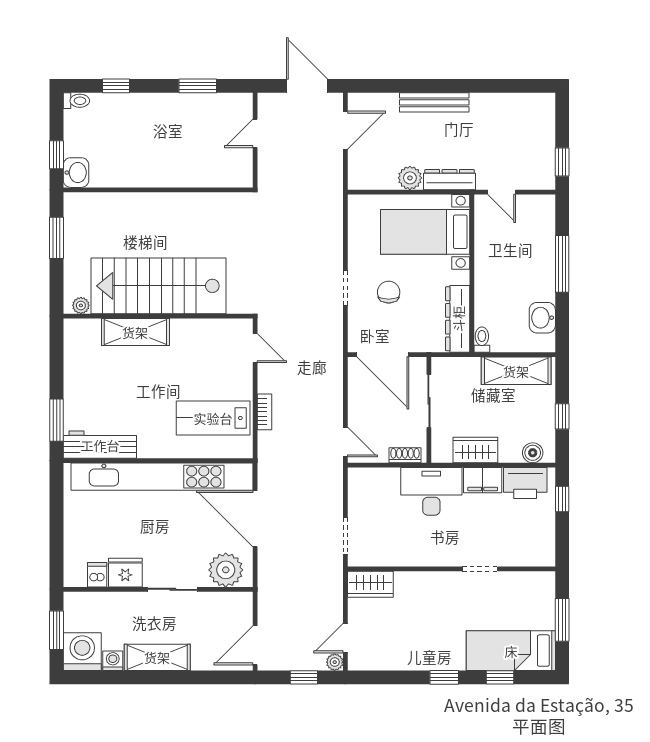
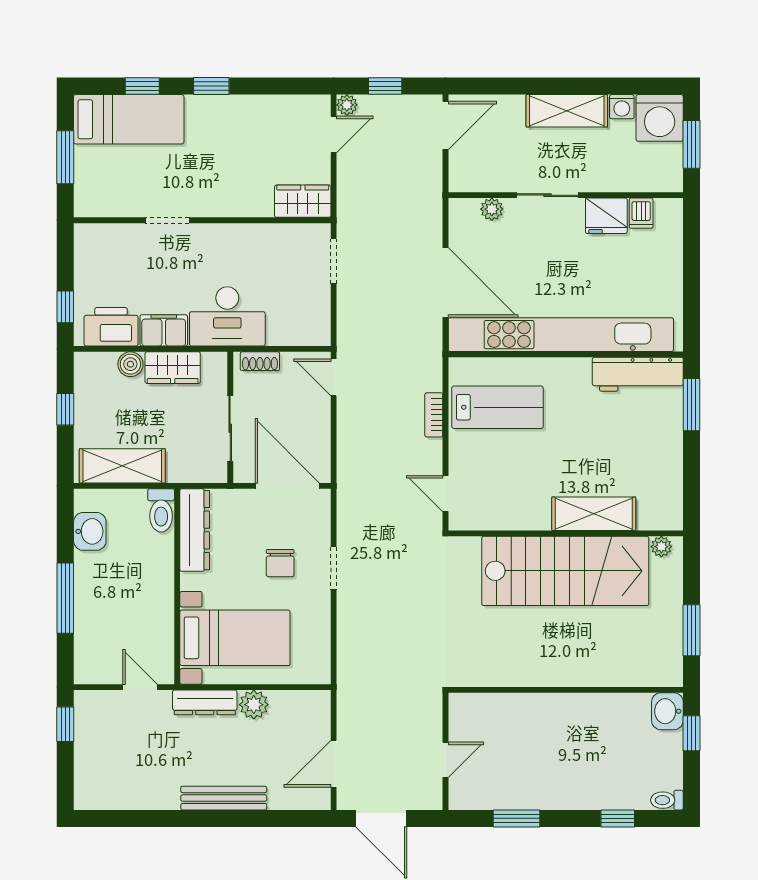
toilet: (482, 340) -> (161, 510), width x1.37, depth x1.39
boiler: (533, 453) -> (130, 364), moved
plant: (226, 570) -> (492, 209), width x0.53, depth x0.53

